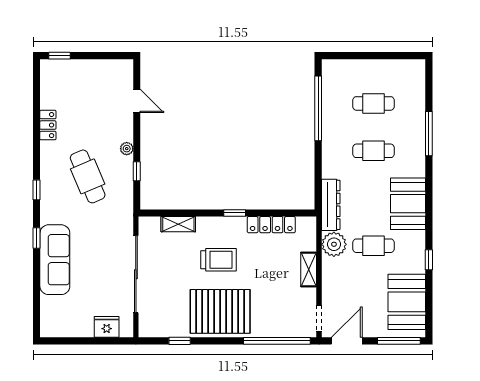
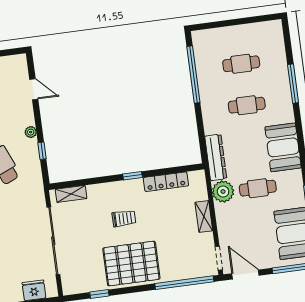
shelving: (178, 224) -> (71, 194), moved
trolley: (219, 260) -> (124, 218), width x0.73, depth x0.72
door: (347, 341) -> (245, 274), hinge flipped

